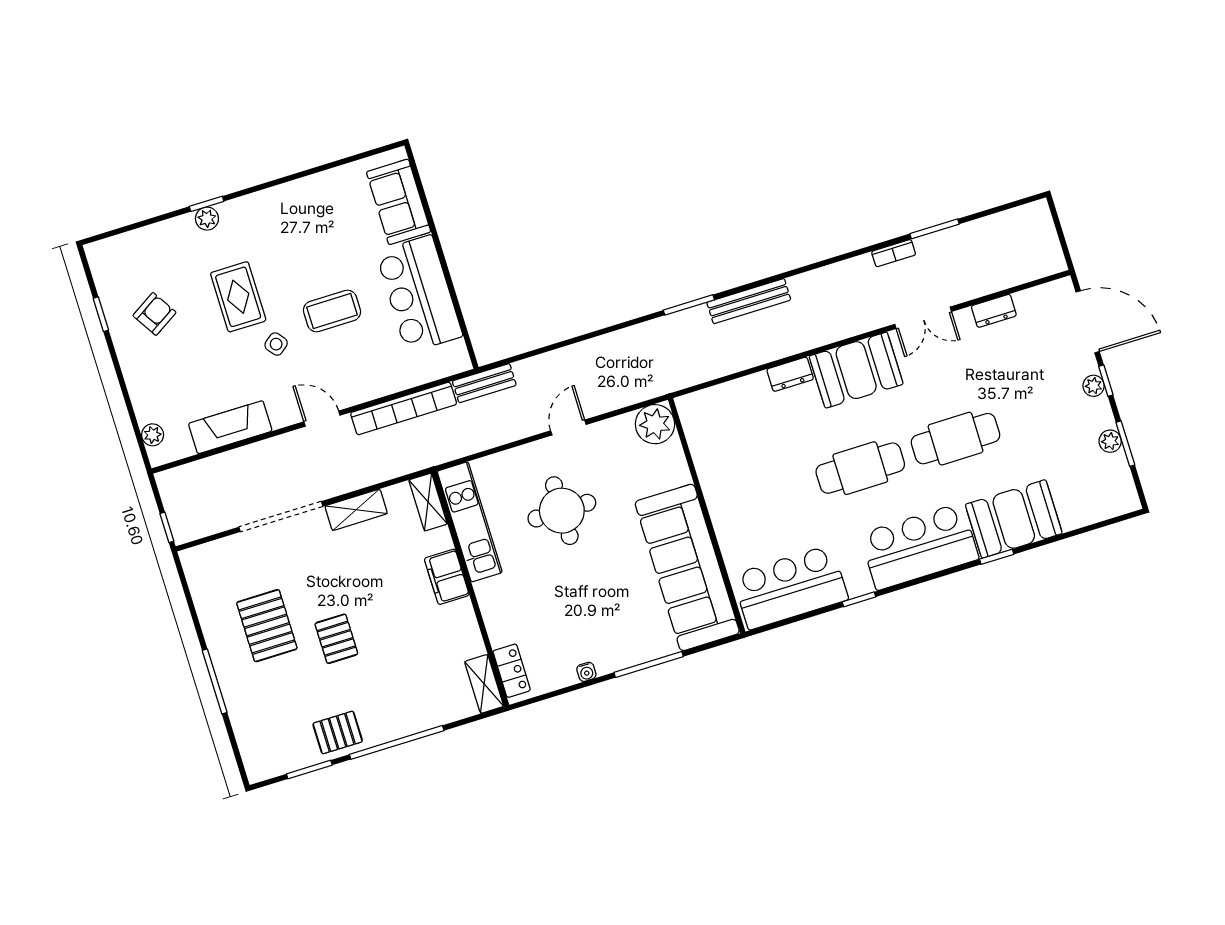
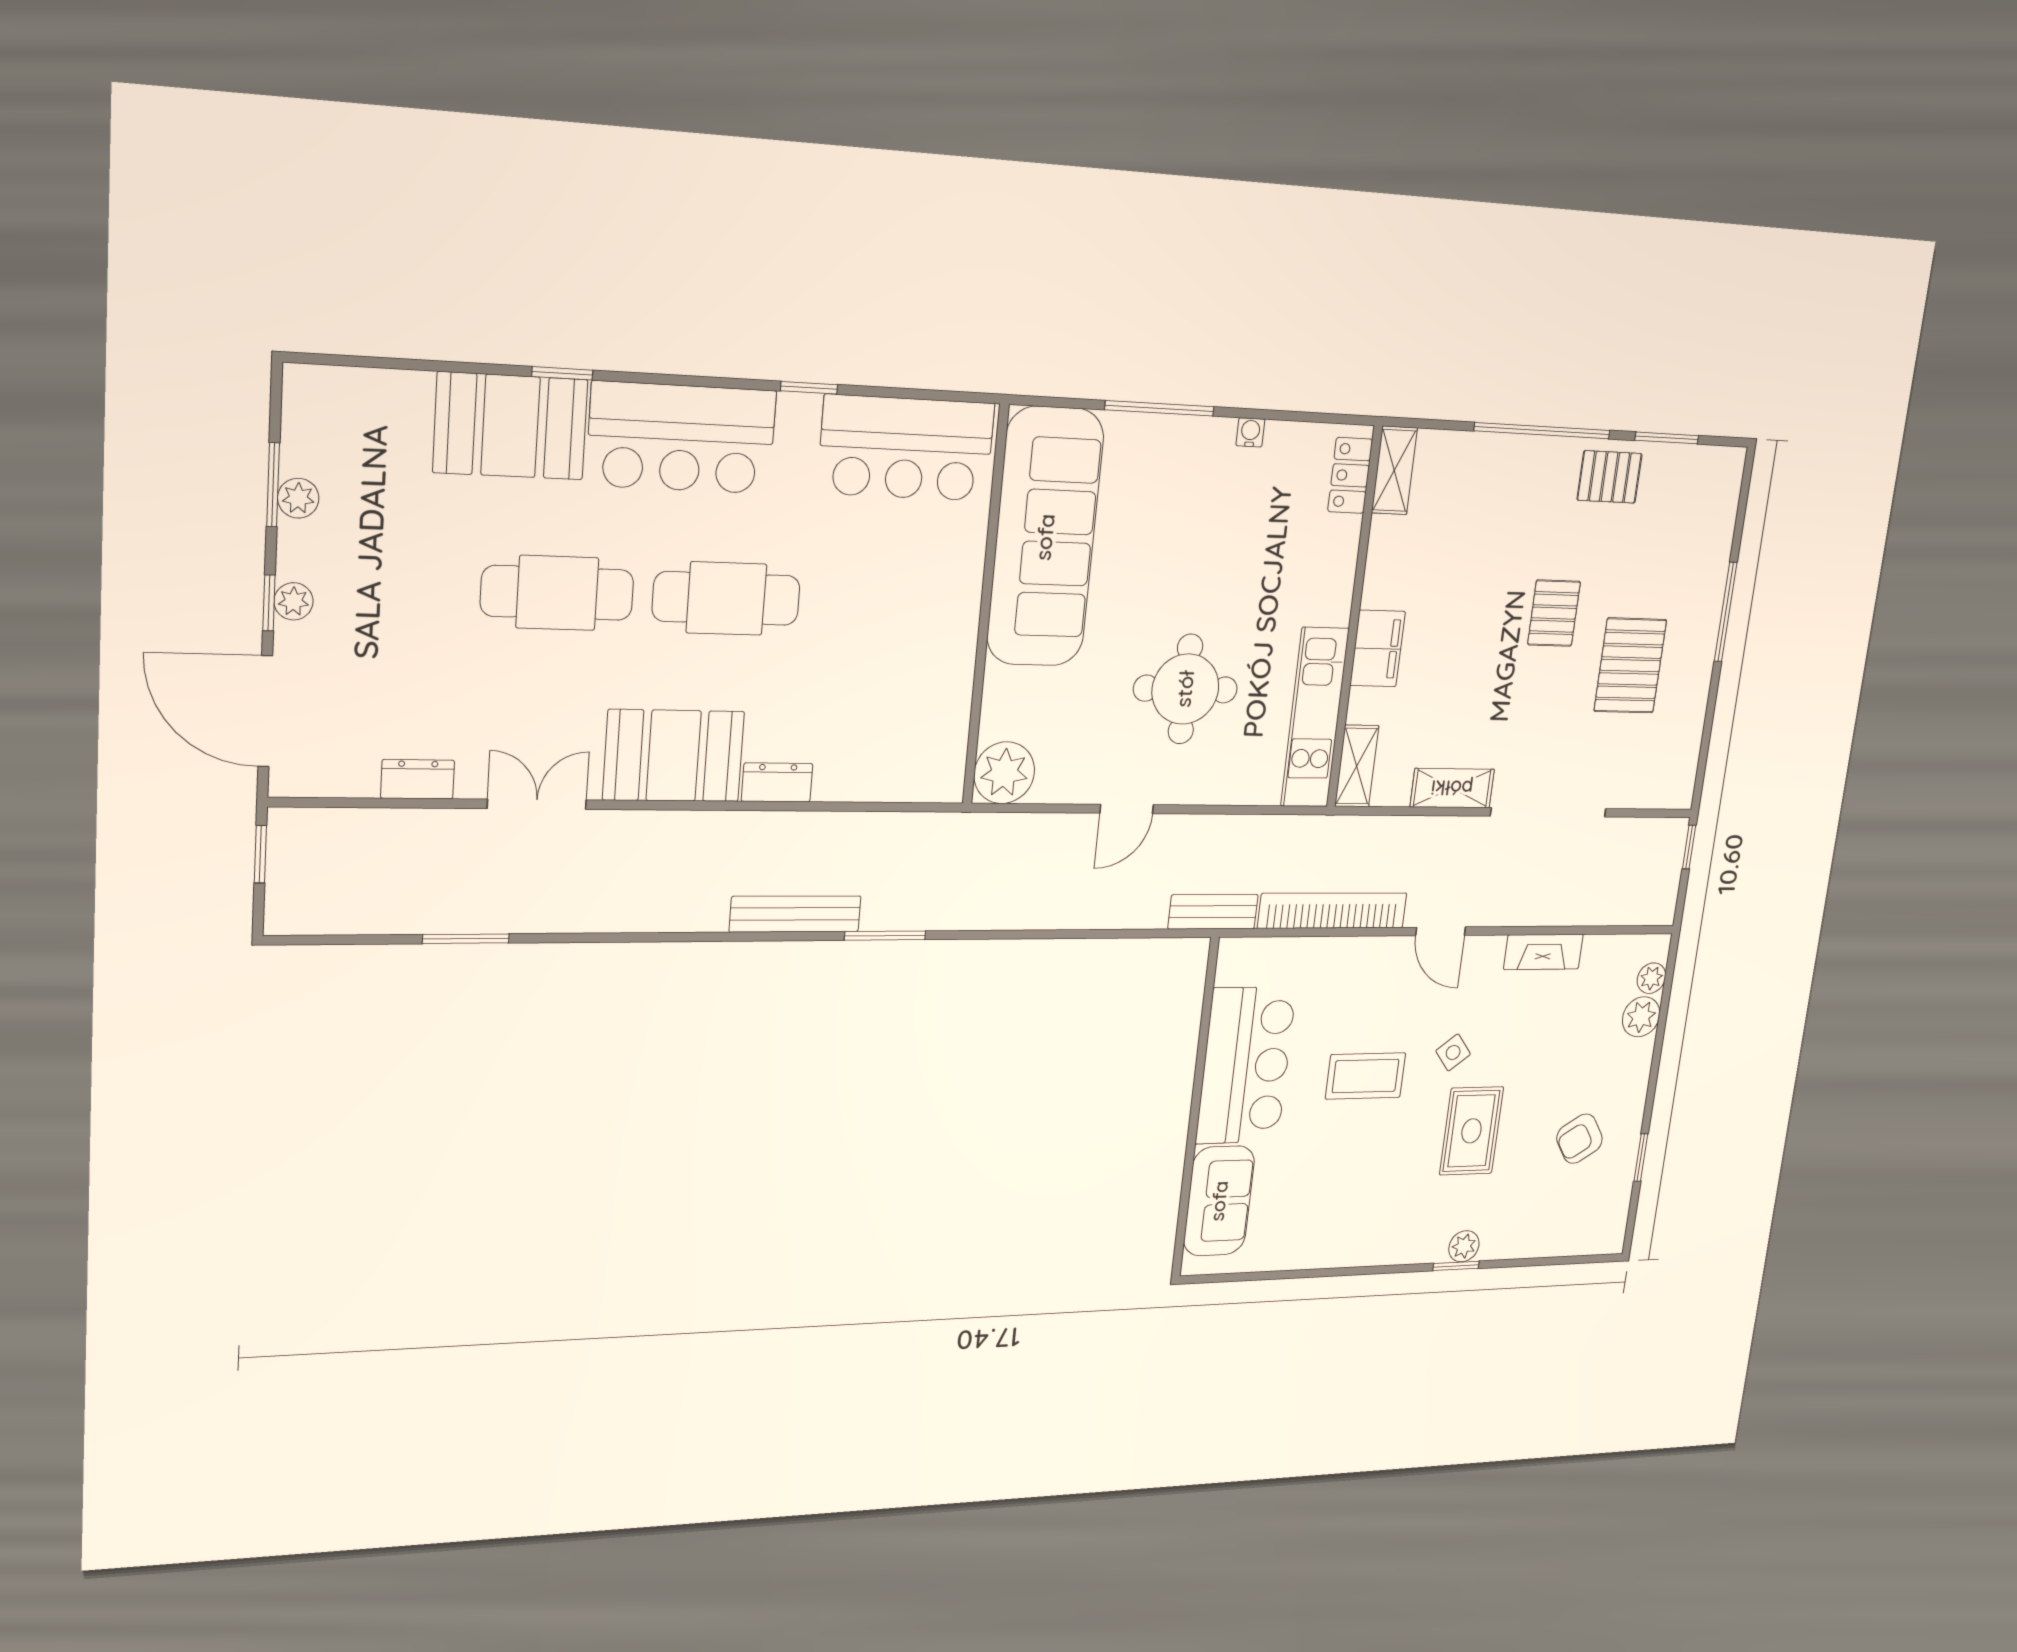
window: (1063, 242) -> (260, 854), added
bookcase: (894, 253) -> (545, 920), removed
plant: (148, 407) -> (1641, 1017), added
fireplace: (230, 427) -> (1543, 952), width x0.73, depth x0.76

